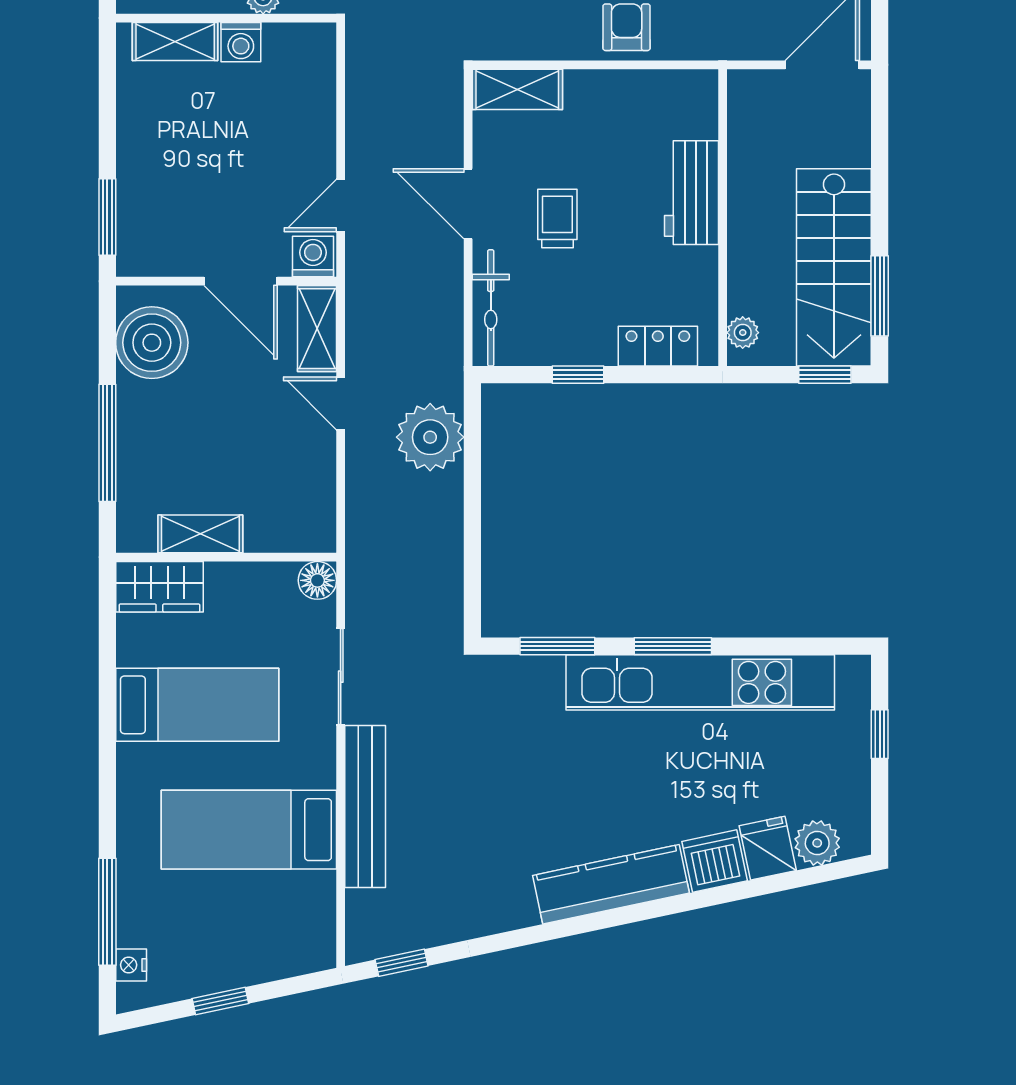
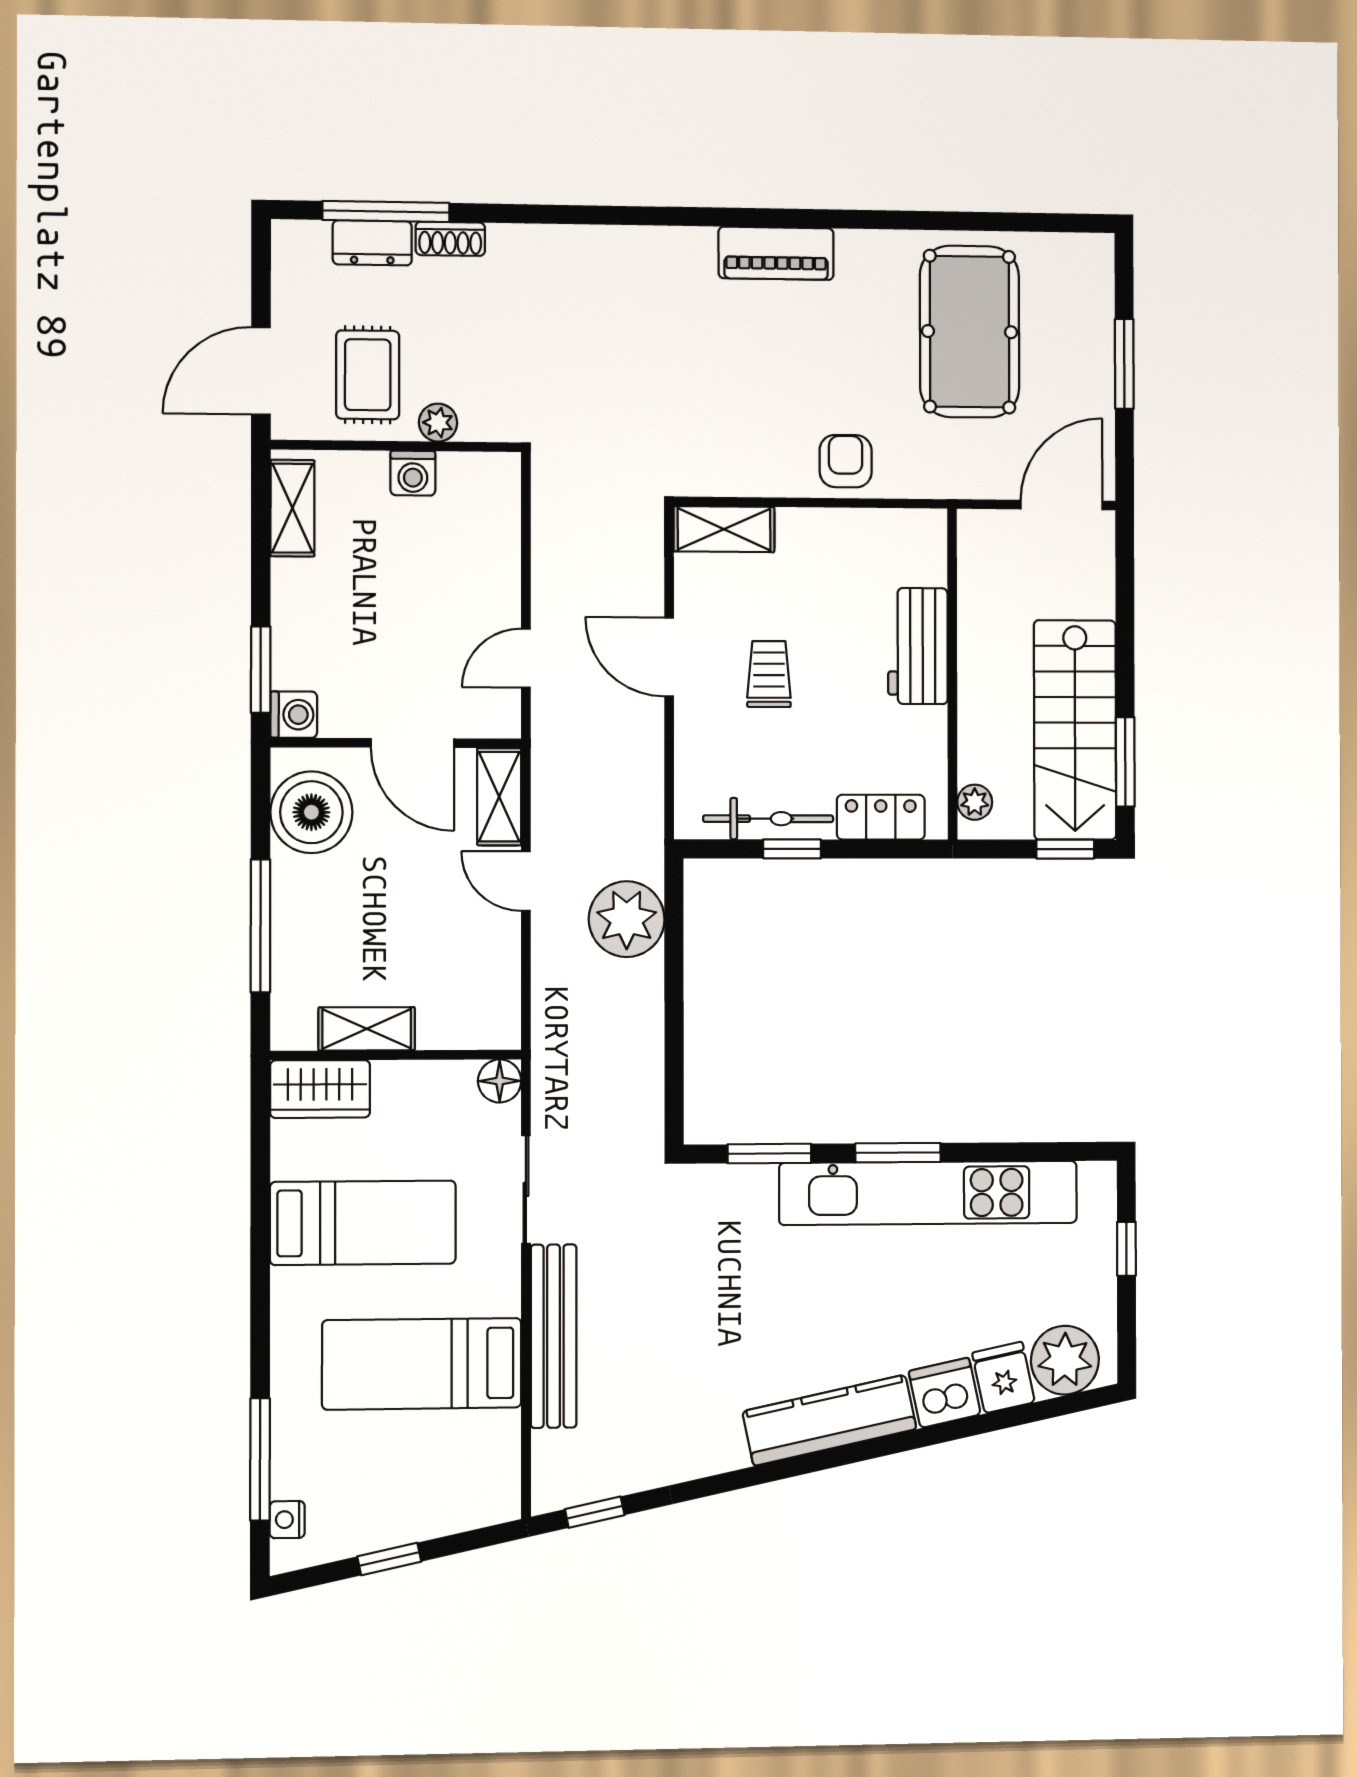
shelving: (175, 42) -> (292, 508), moved, turned 90
washing machine: (313, 257) -> (294, 715), moved, turned 90
bicycle: (491, 308) -> (768, 819), moved, turned -90
plant: (817, 843) -> (1065, 1360), width x1.36, depth x1.36

